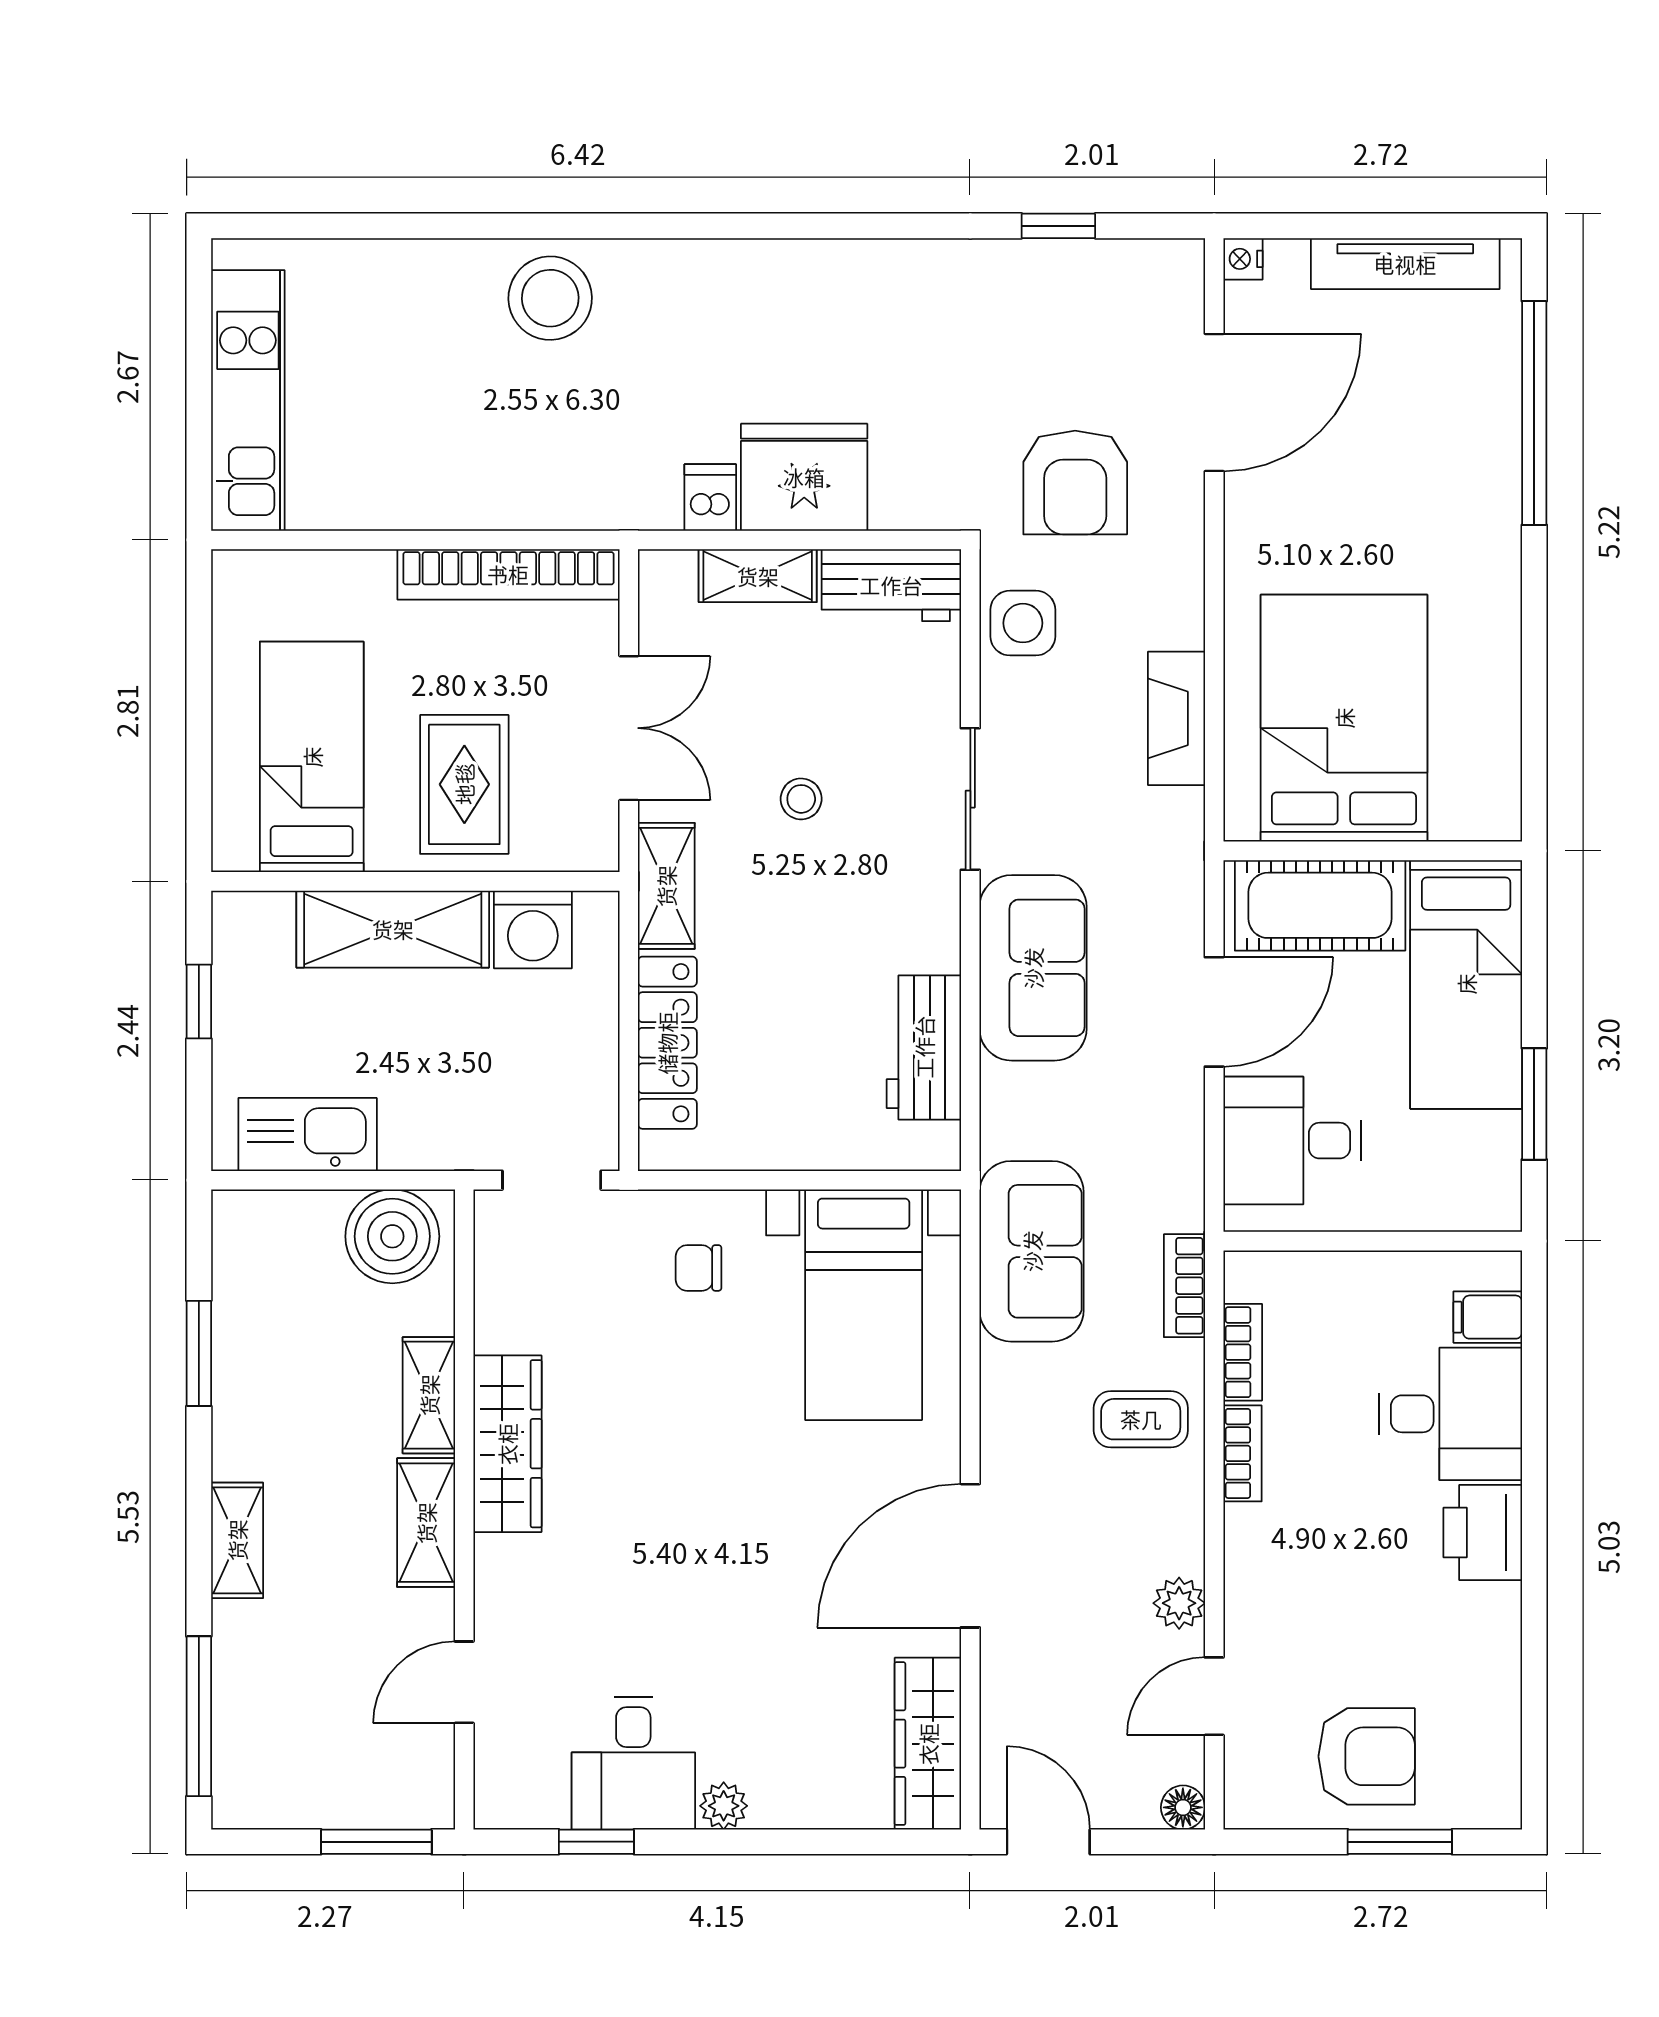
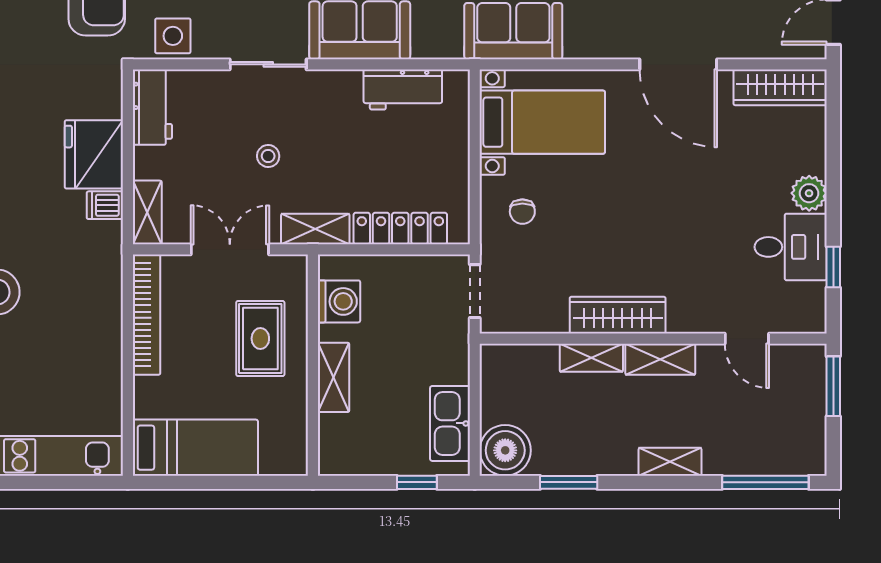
shelving: (758, 576) -> (147, 212), moved
bed: (312, 757) -> (195, 448), moved, turned 180
rug: (464, 784) -> (260, 339), turned 90
shelving: (393, 929) -> (333, 377), width x0.67, depth x0.75
window: (199, 1001) -> (417, 482), moved
boiler: (392, 1236) -> (505, 450), moved
plant: (724, 1806) -> (809, 193), width x1.38, depth x1.38

